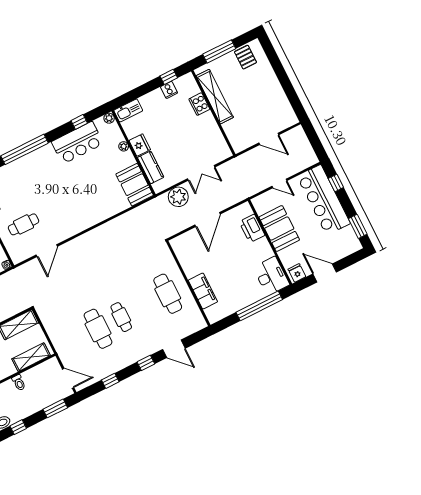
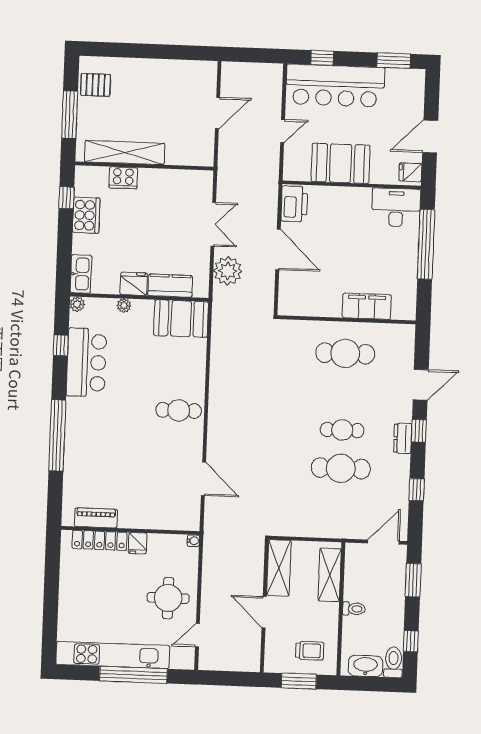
cooker: (169, 90) -> (86, 215), width x1.87, depth x1.31
cafe table: (23, 224) -> (179, 410), moved, turned 90
printer: (252, 228) -> (294, 204), moved, turned -90
dresser: (136, 356) -> (403, 438), added

